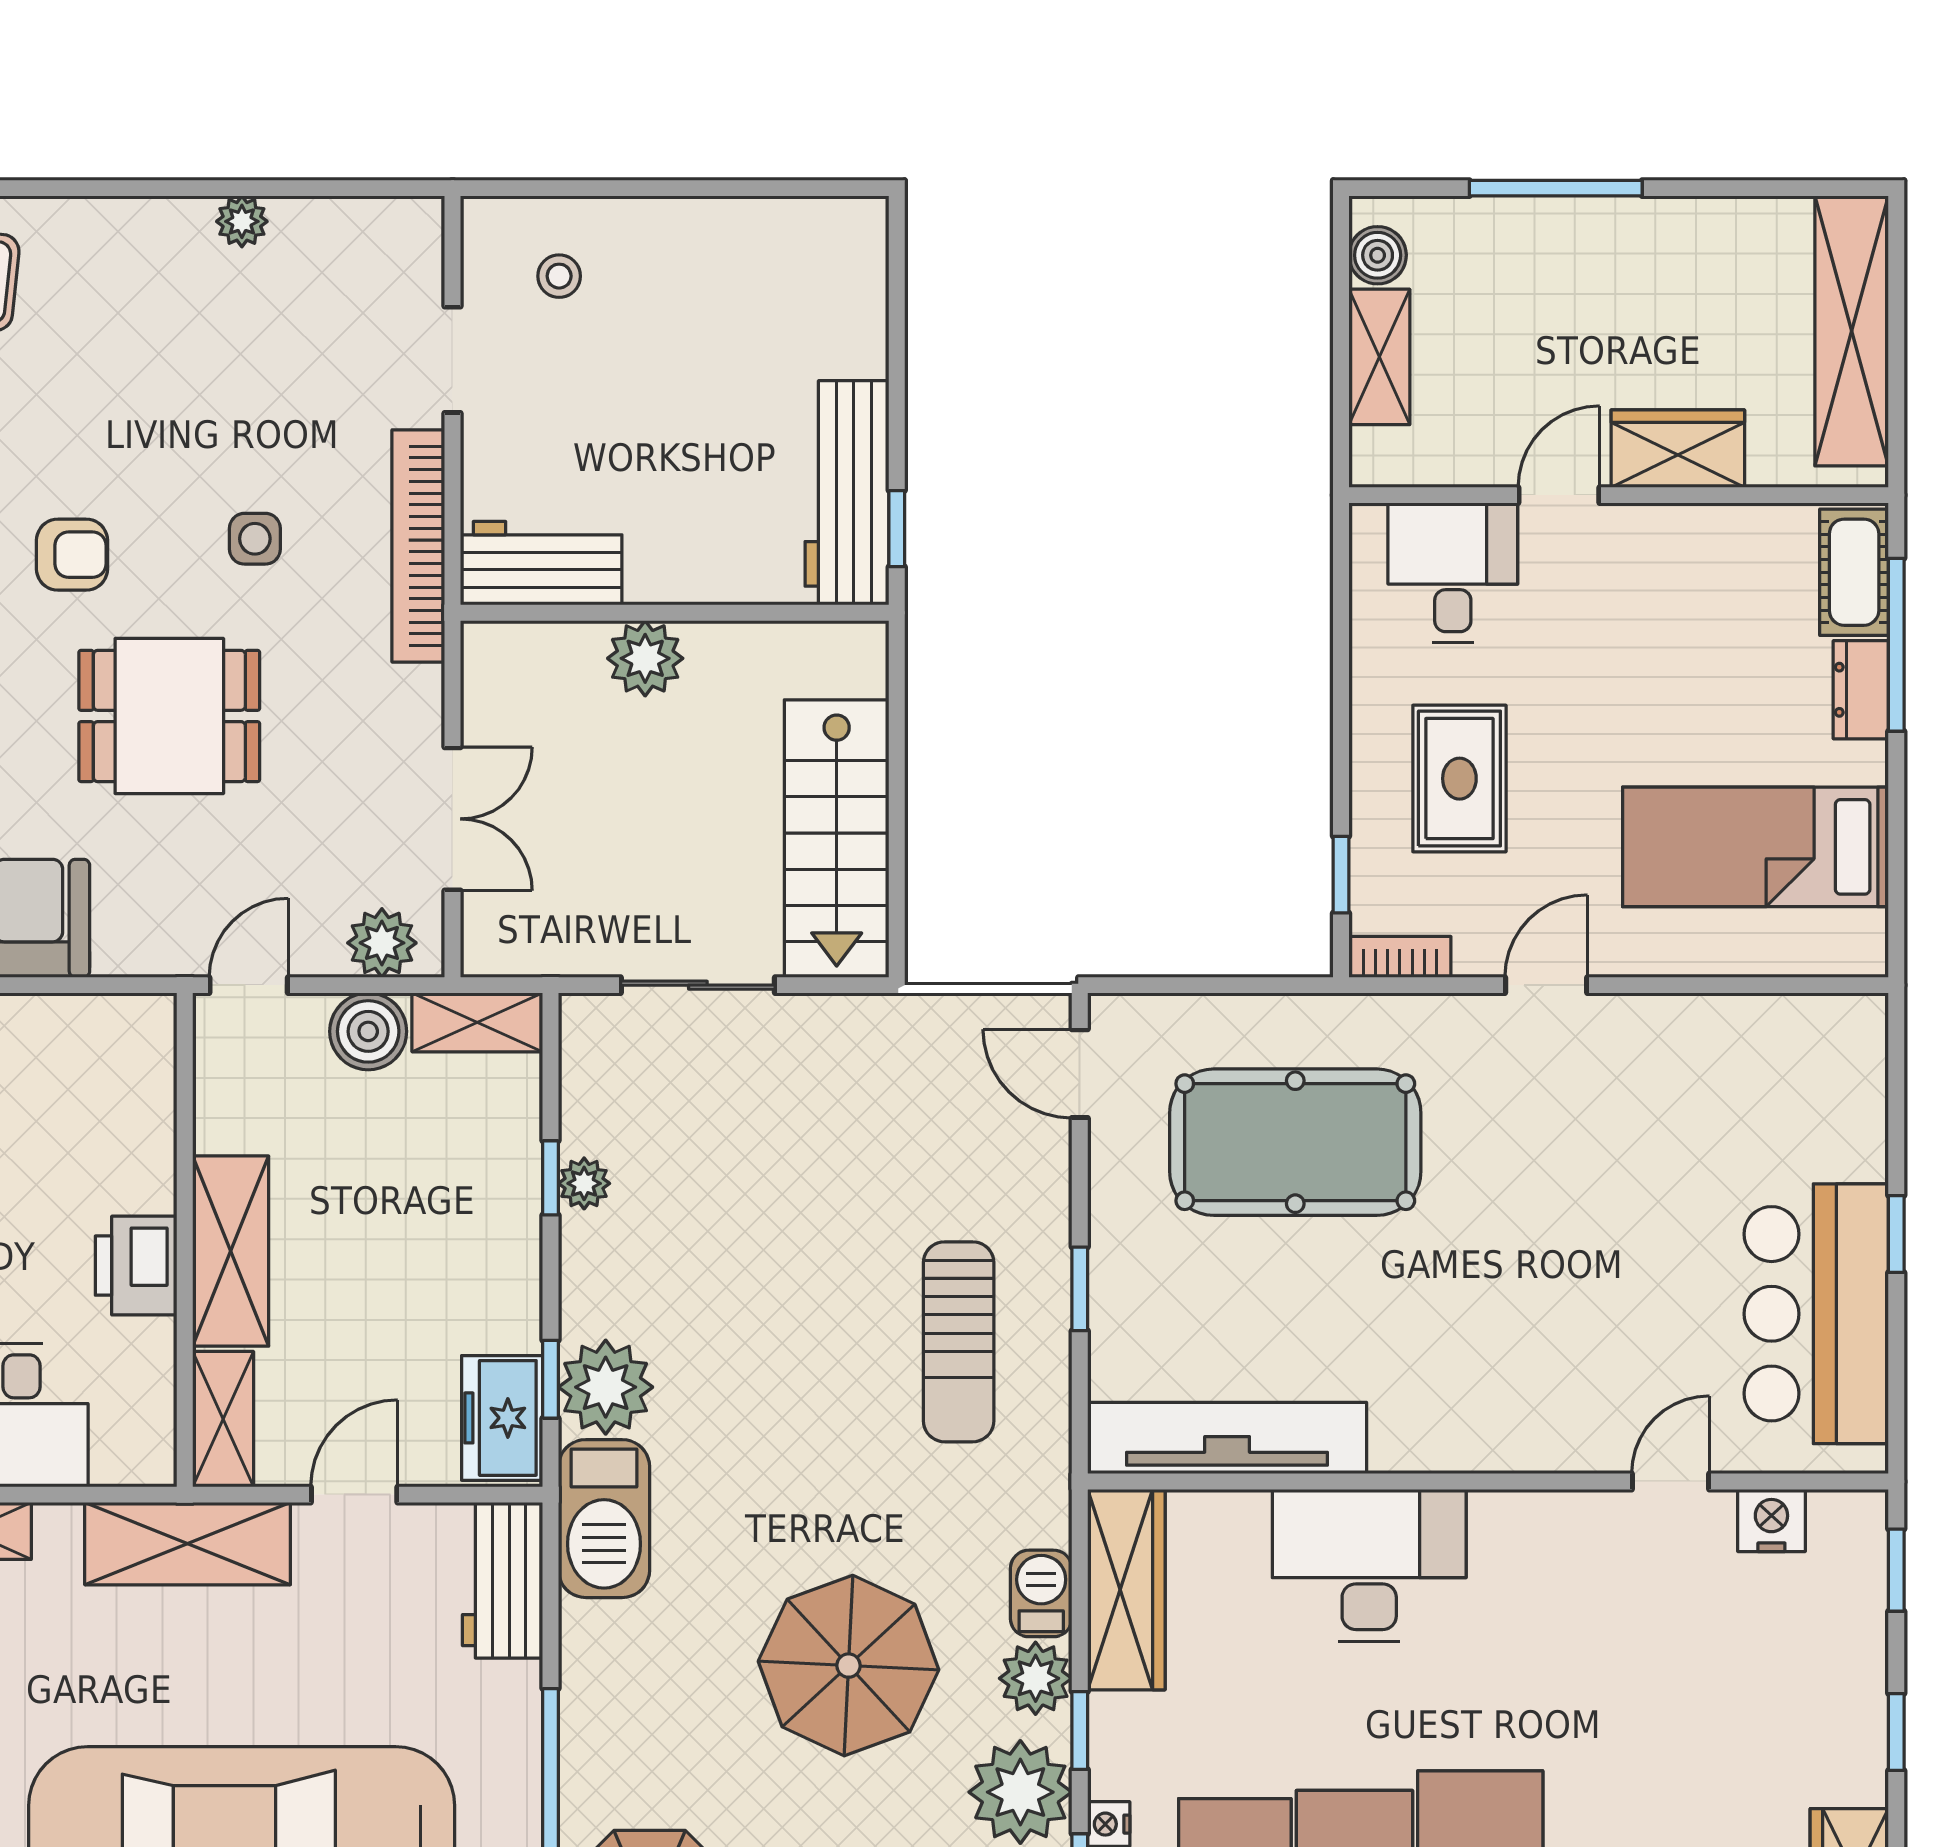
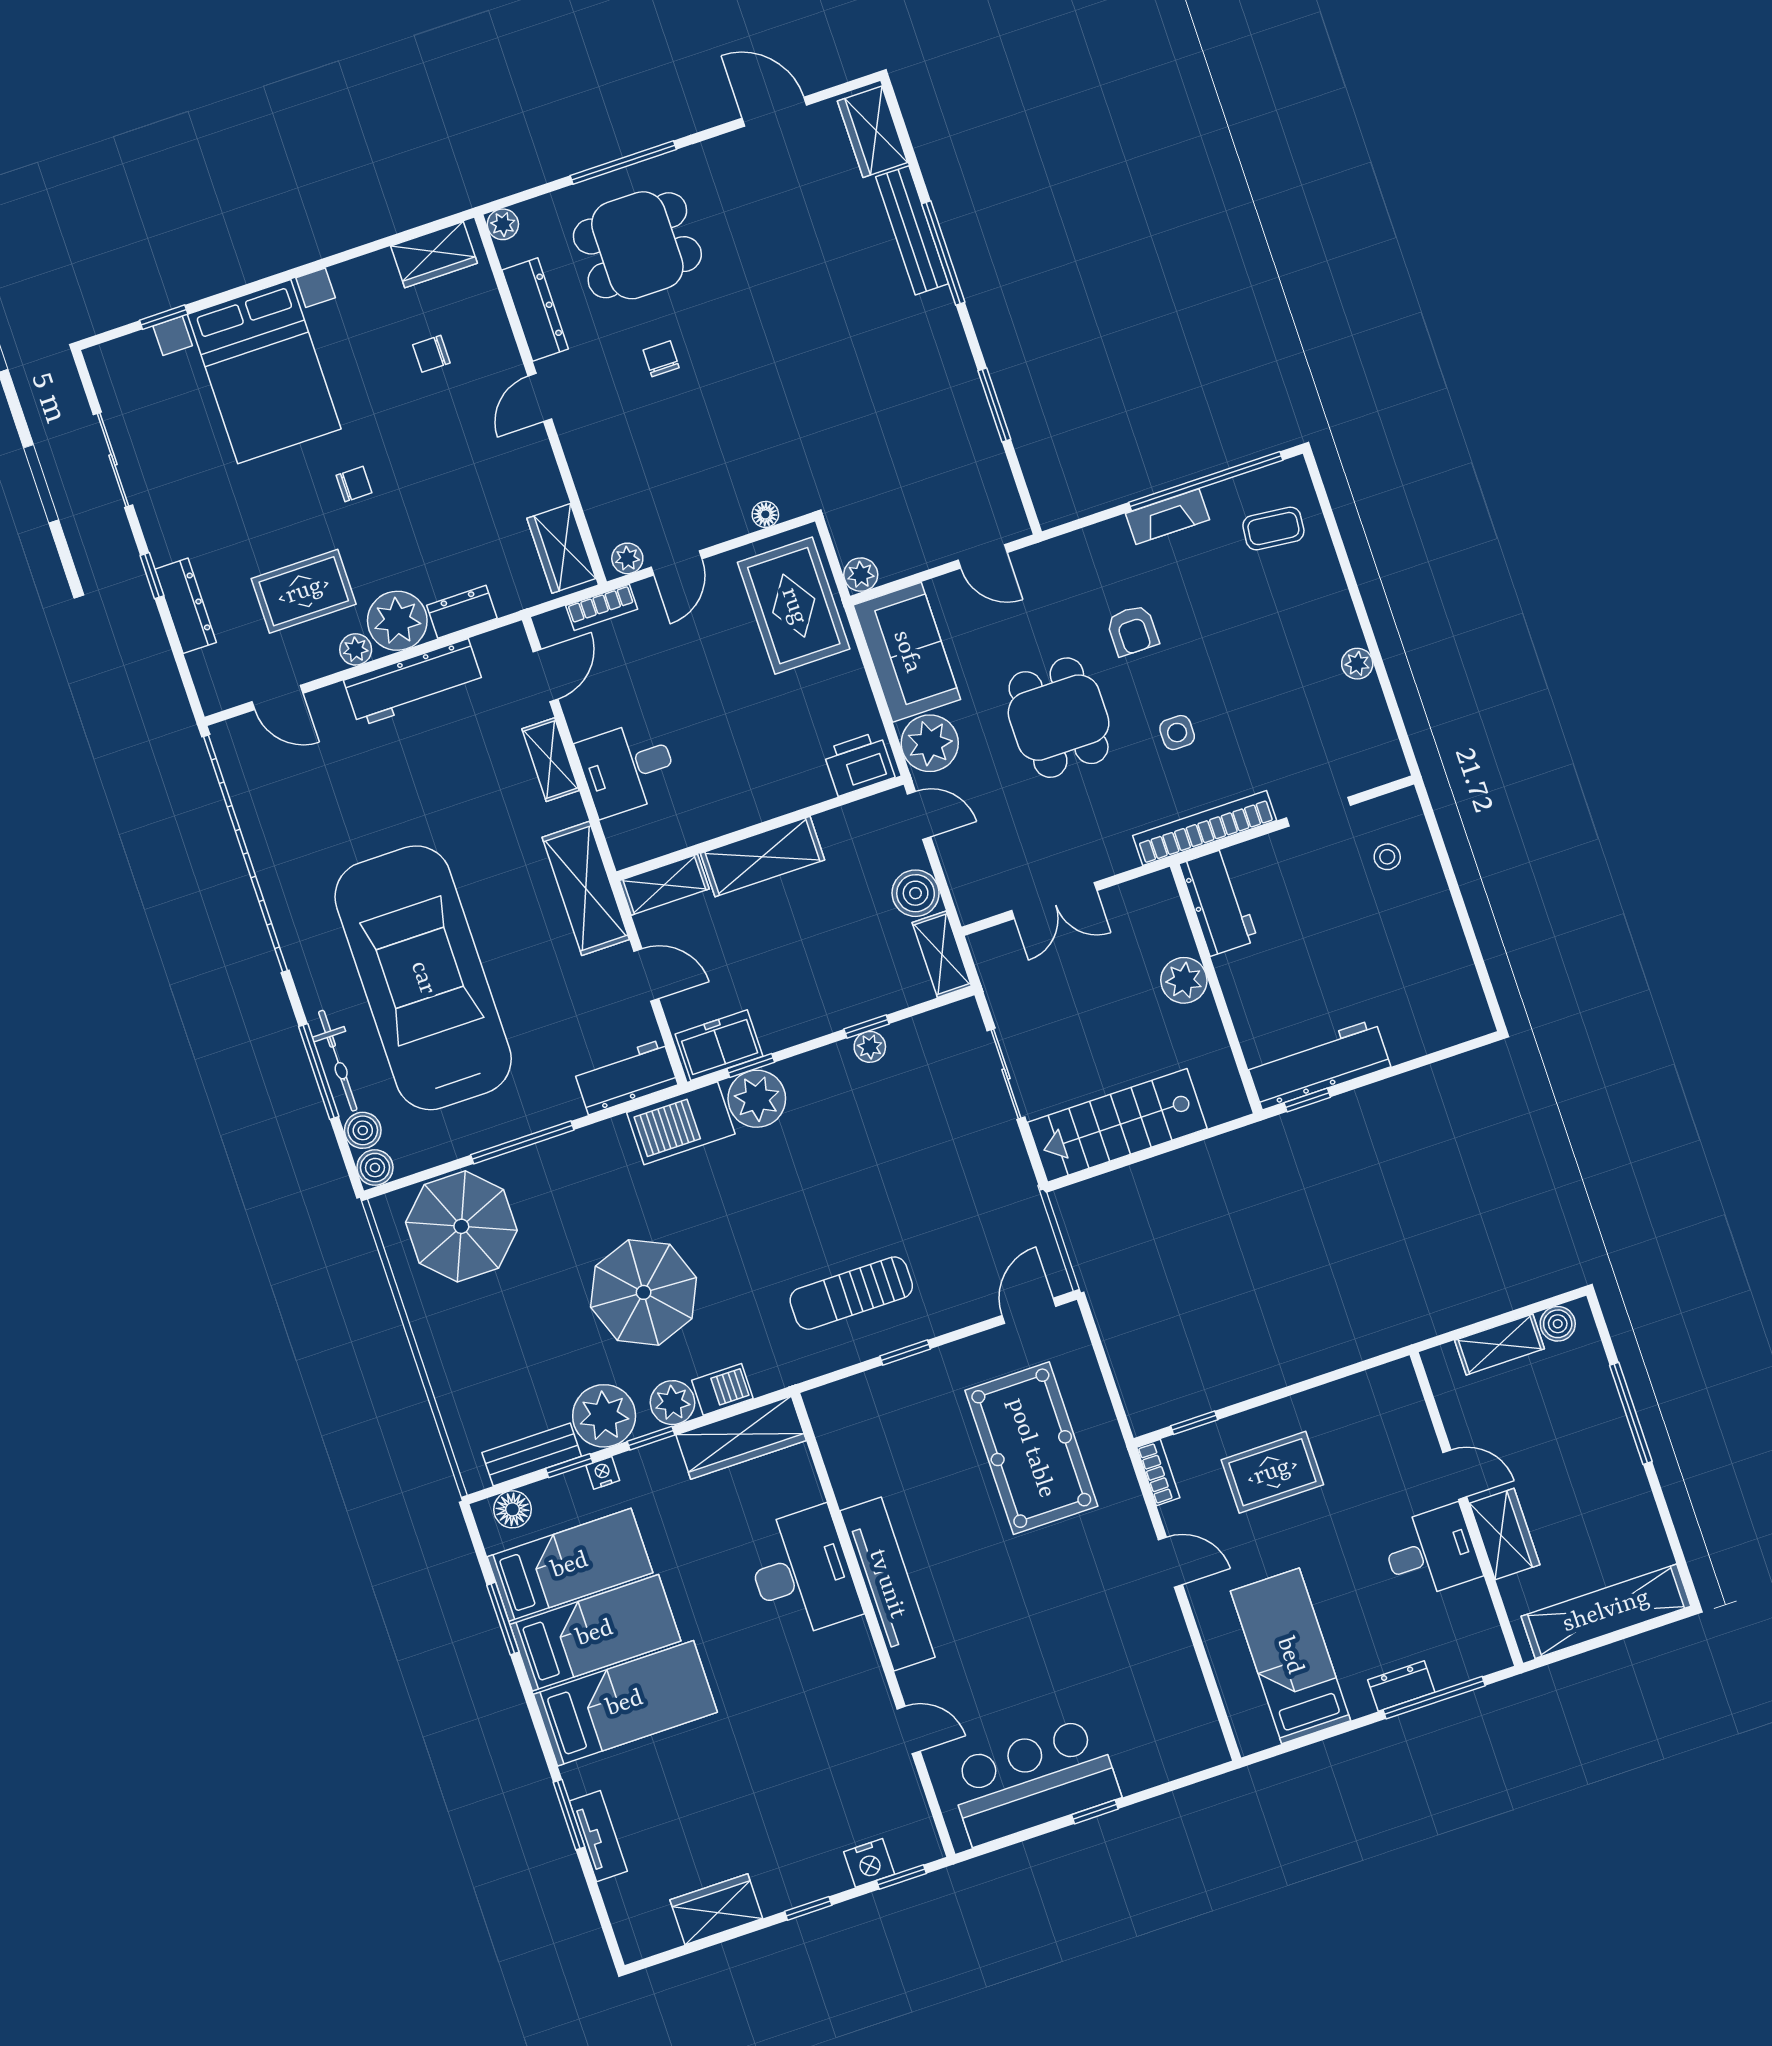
cot: (1854, 572) -> (1468, 1659), removed
desk: (1453, 573) -> (1431, 1552), moved
plant: (382, 943) -> (930, 743), moved, width x1.36, depth x1.36
printer: (136, 1266) -> (859, 764), moved
tv unit: (1227, 1438) -> (887, 1584), moved
nightstand: (1771, 1521) -> (869, 1863), moved, turned 90

